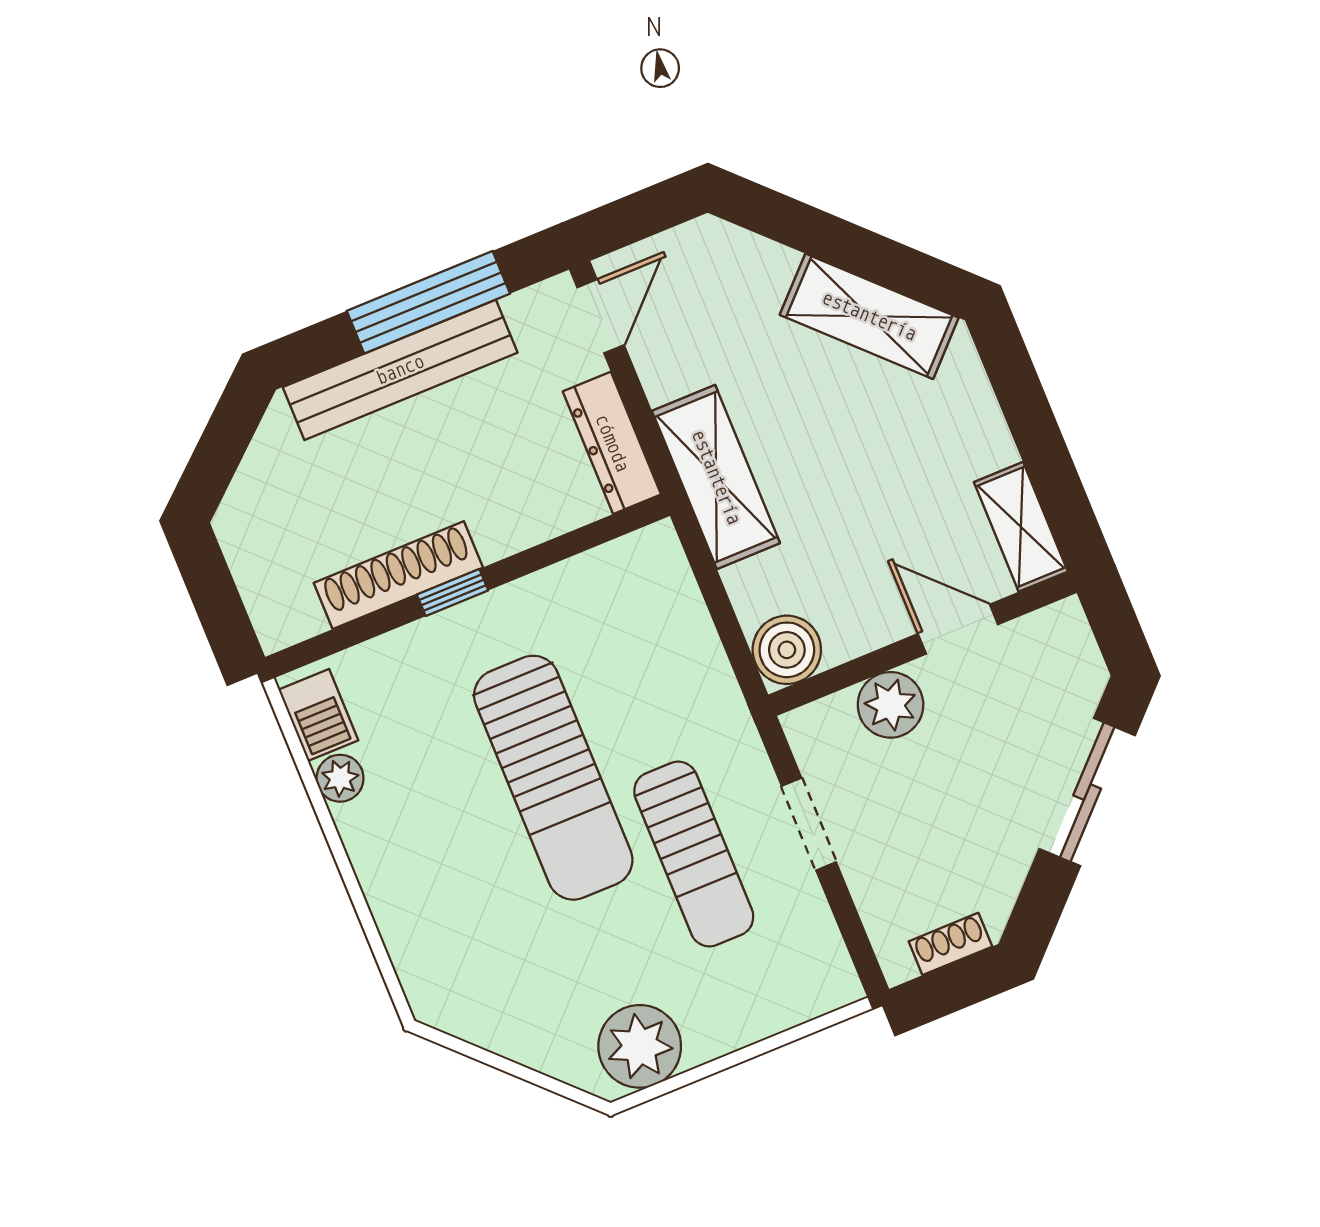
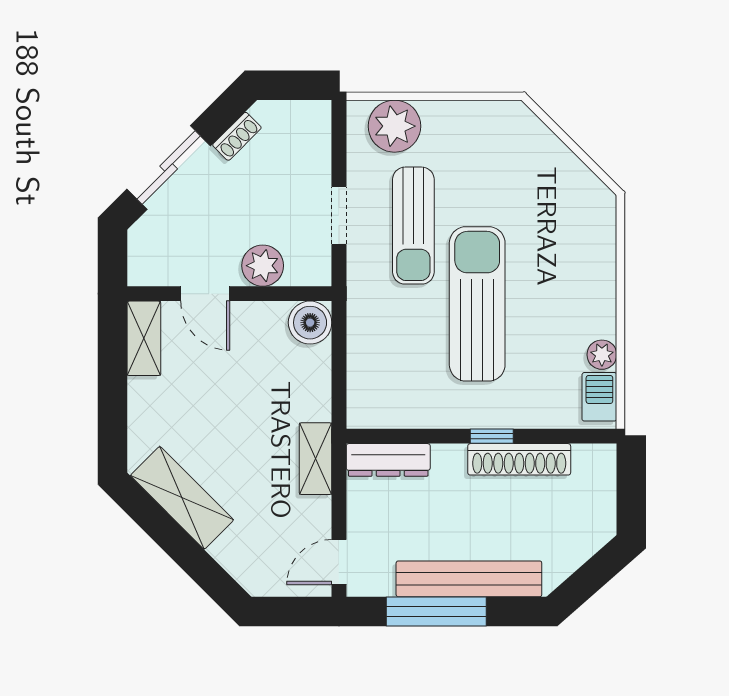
dresser: (612, 443) -> (388, 460), moved, turned 90
shelving: (716, 477) -> (315, 459), width x0.67, depth x0.75
sun lounger: (694, 854) -> (413, 226), turned 180
shoe rack: (950, 944) -> (237, 136), moved, turned -45
plant: (640, 1046) -> (394, 126), moved

